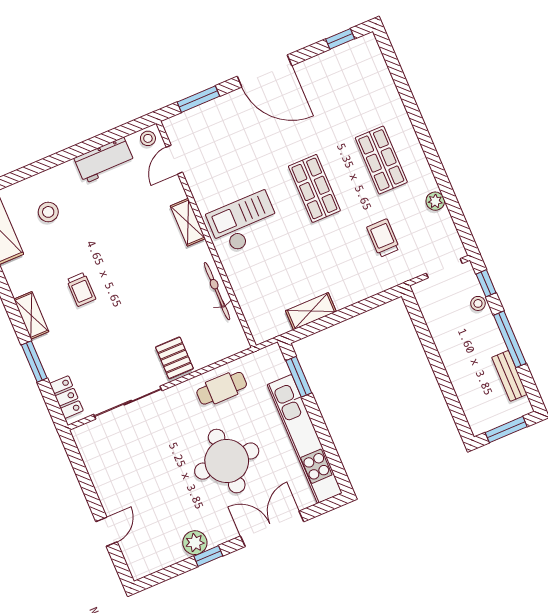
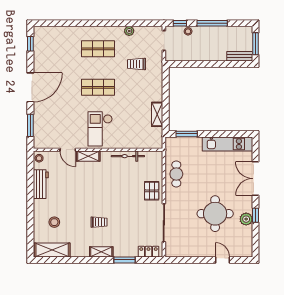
door: (174, 160) -> (68, 150), moved
pallet: (174, 358) -> (152, 191), turned 90
bench: (509, 376) -> (240, 56), moved
kitchen unit: (305, 439) -> (227, 144), width x0.73
round table: (227, 461) -> (215, 214), moved

